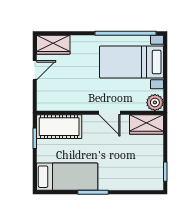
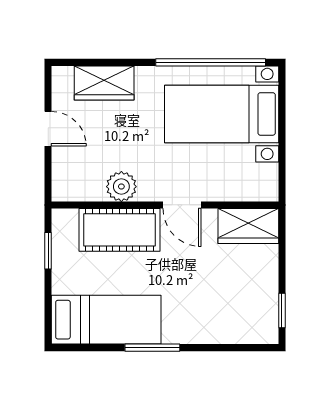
wardrobe: (53, 45) -> (104, 83), moved
door: (35, 70) -> (48, 129), hinge flipped
plant: (155, 102) -> (121, 187), moved
cot: (59, 127) -> (119, 230), moved

